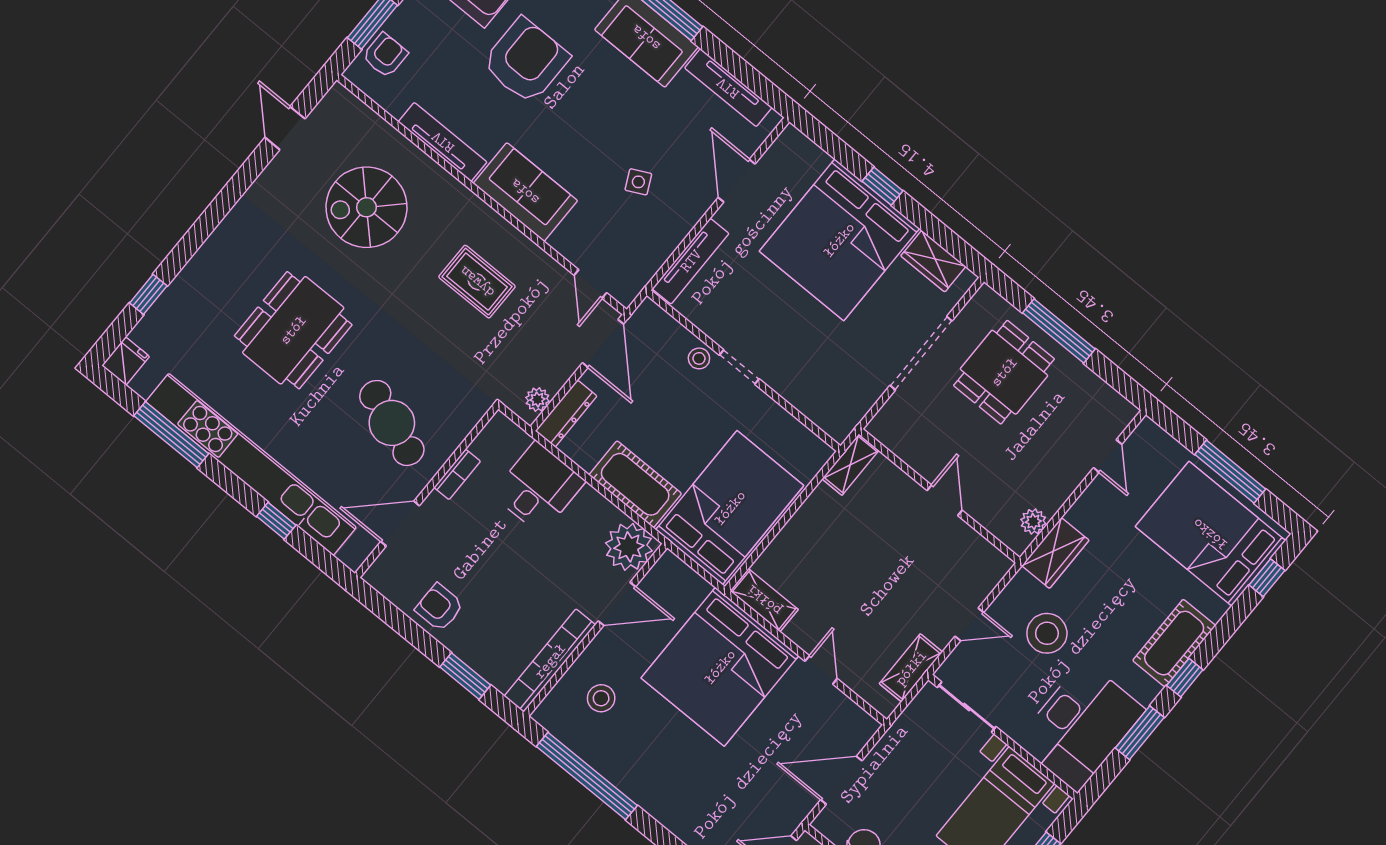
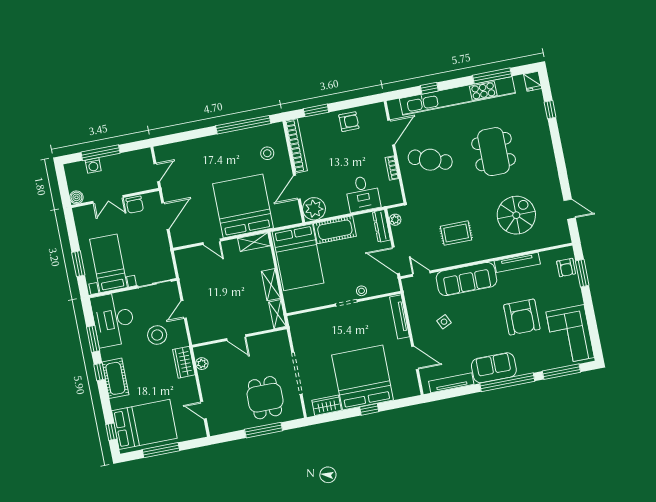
sofa: (525, 192) -> (467, 279), width x1.36
shelving: (911, 668) -> (271, 285), moved

